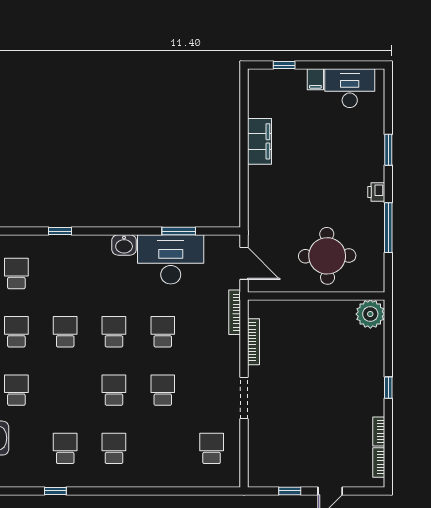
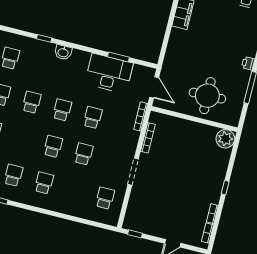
washbasin: (124, 245) -> (63, 52), moved
window: (290, 491) -> (135, 234), moved

